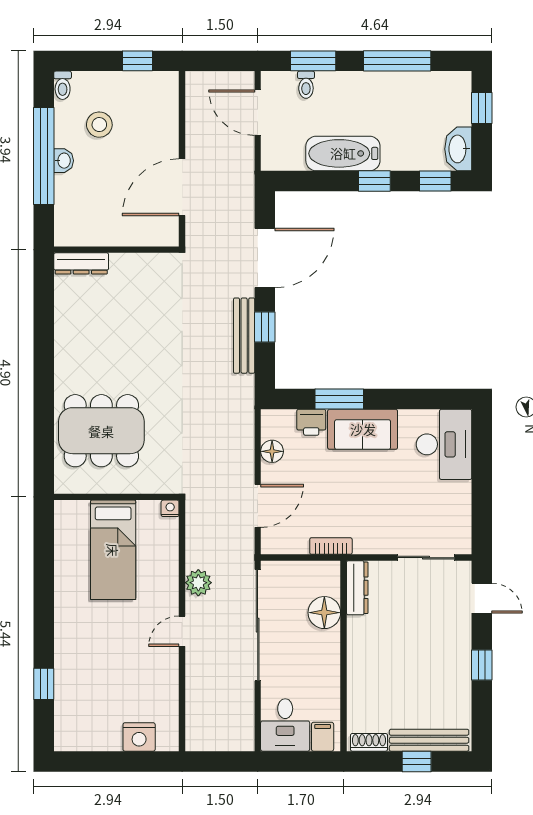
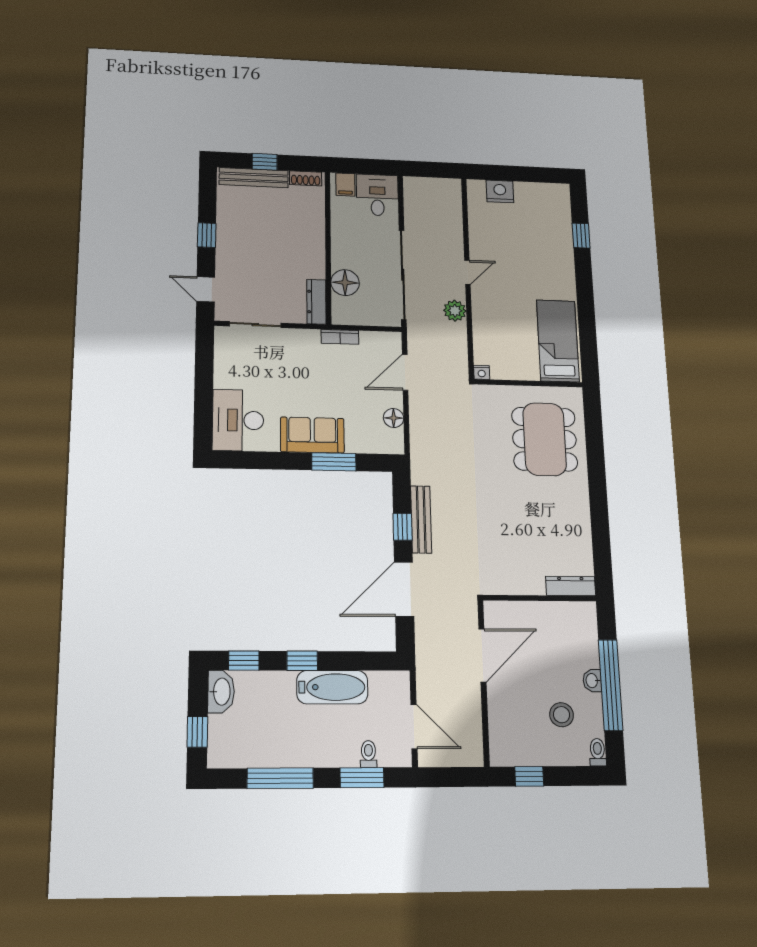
printer: (311, 422) -> (359, 442), removed
dining table: (101, 431) -> (545, 439), turned 90
bed: (113, 550) -> (558, 341), moved

